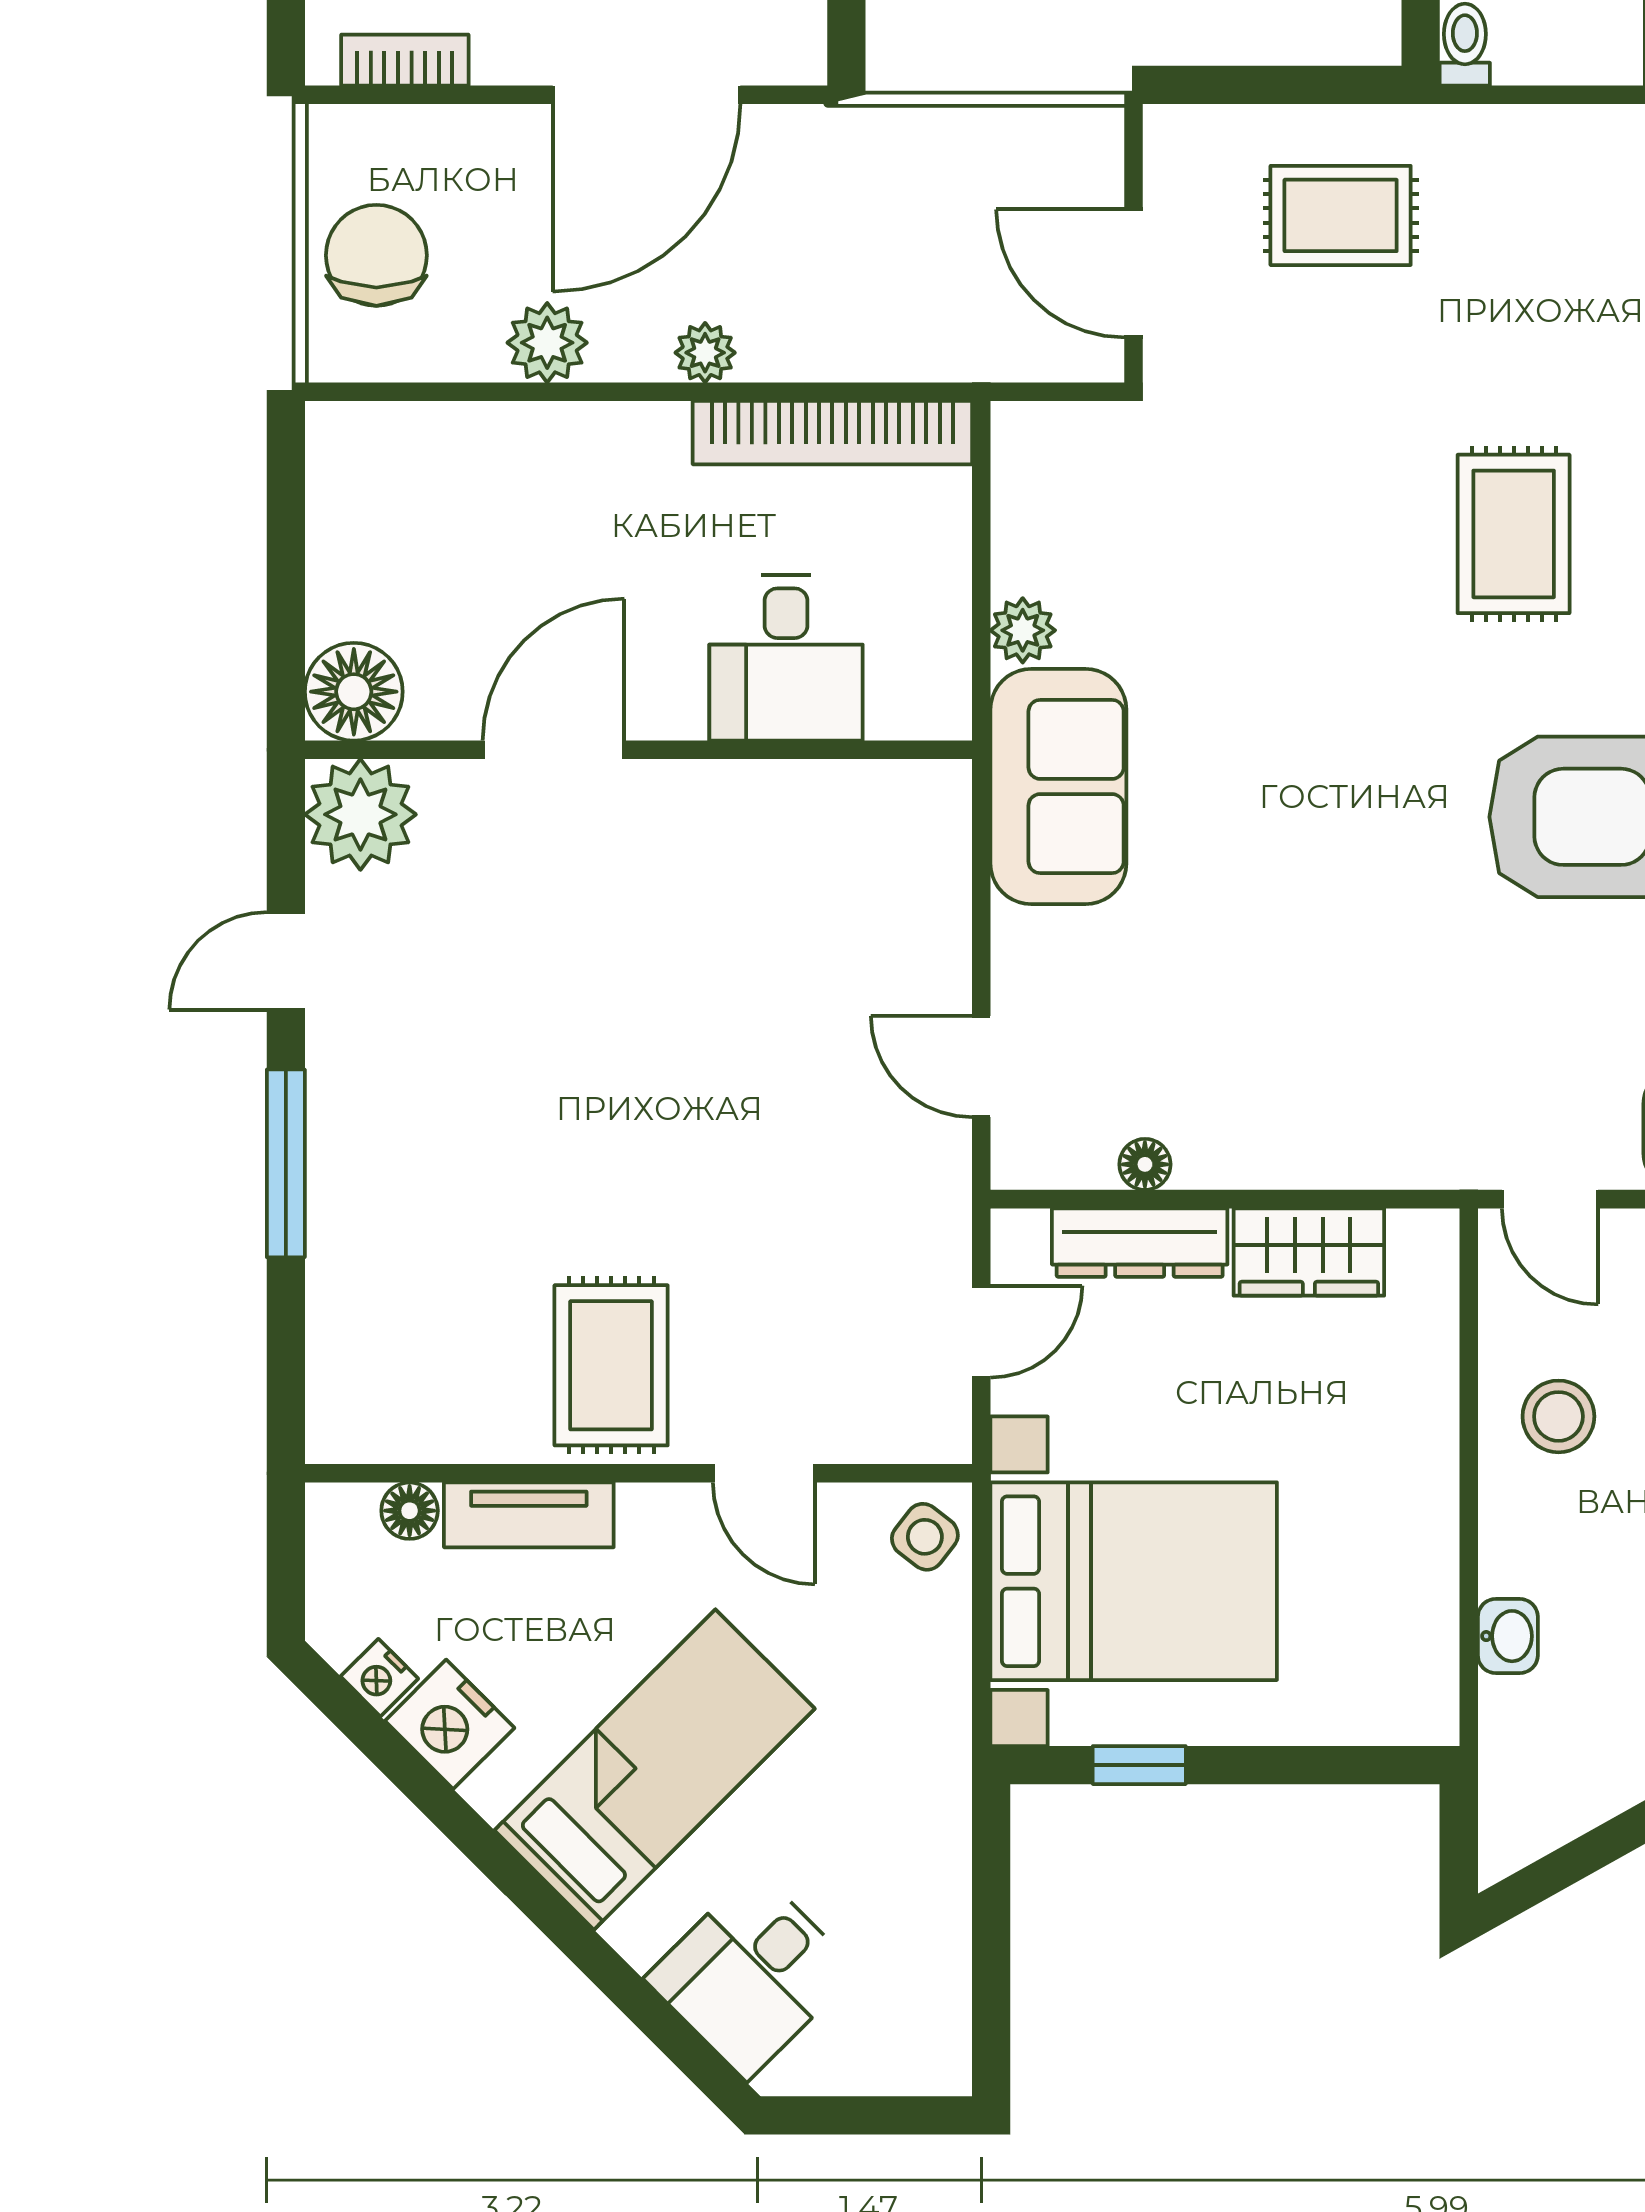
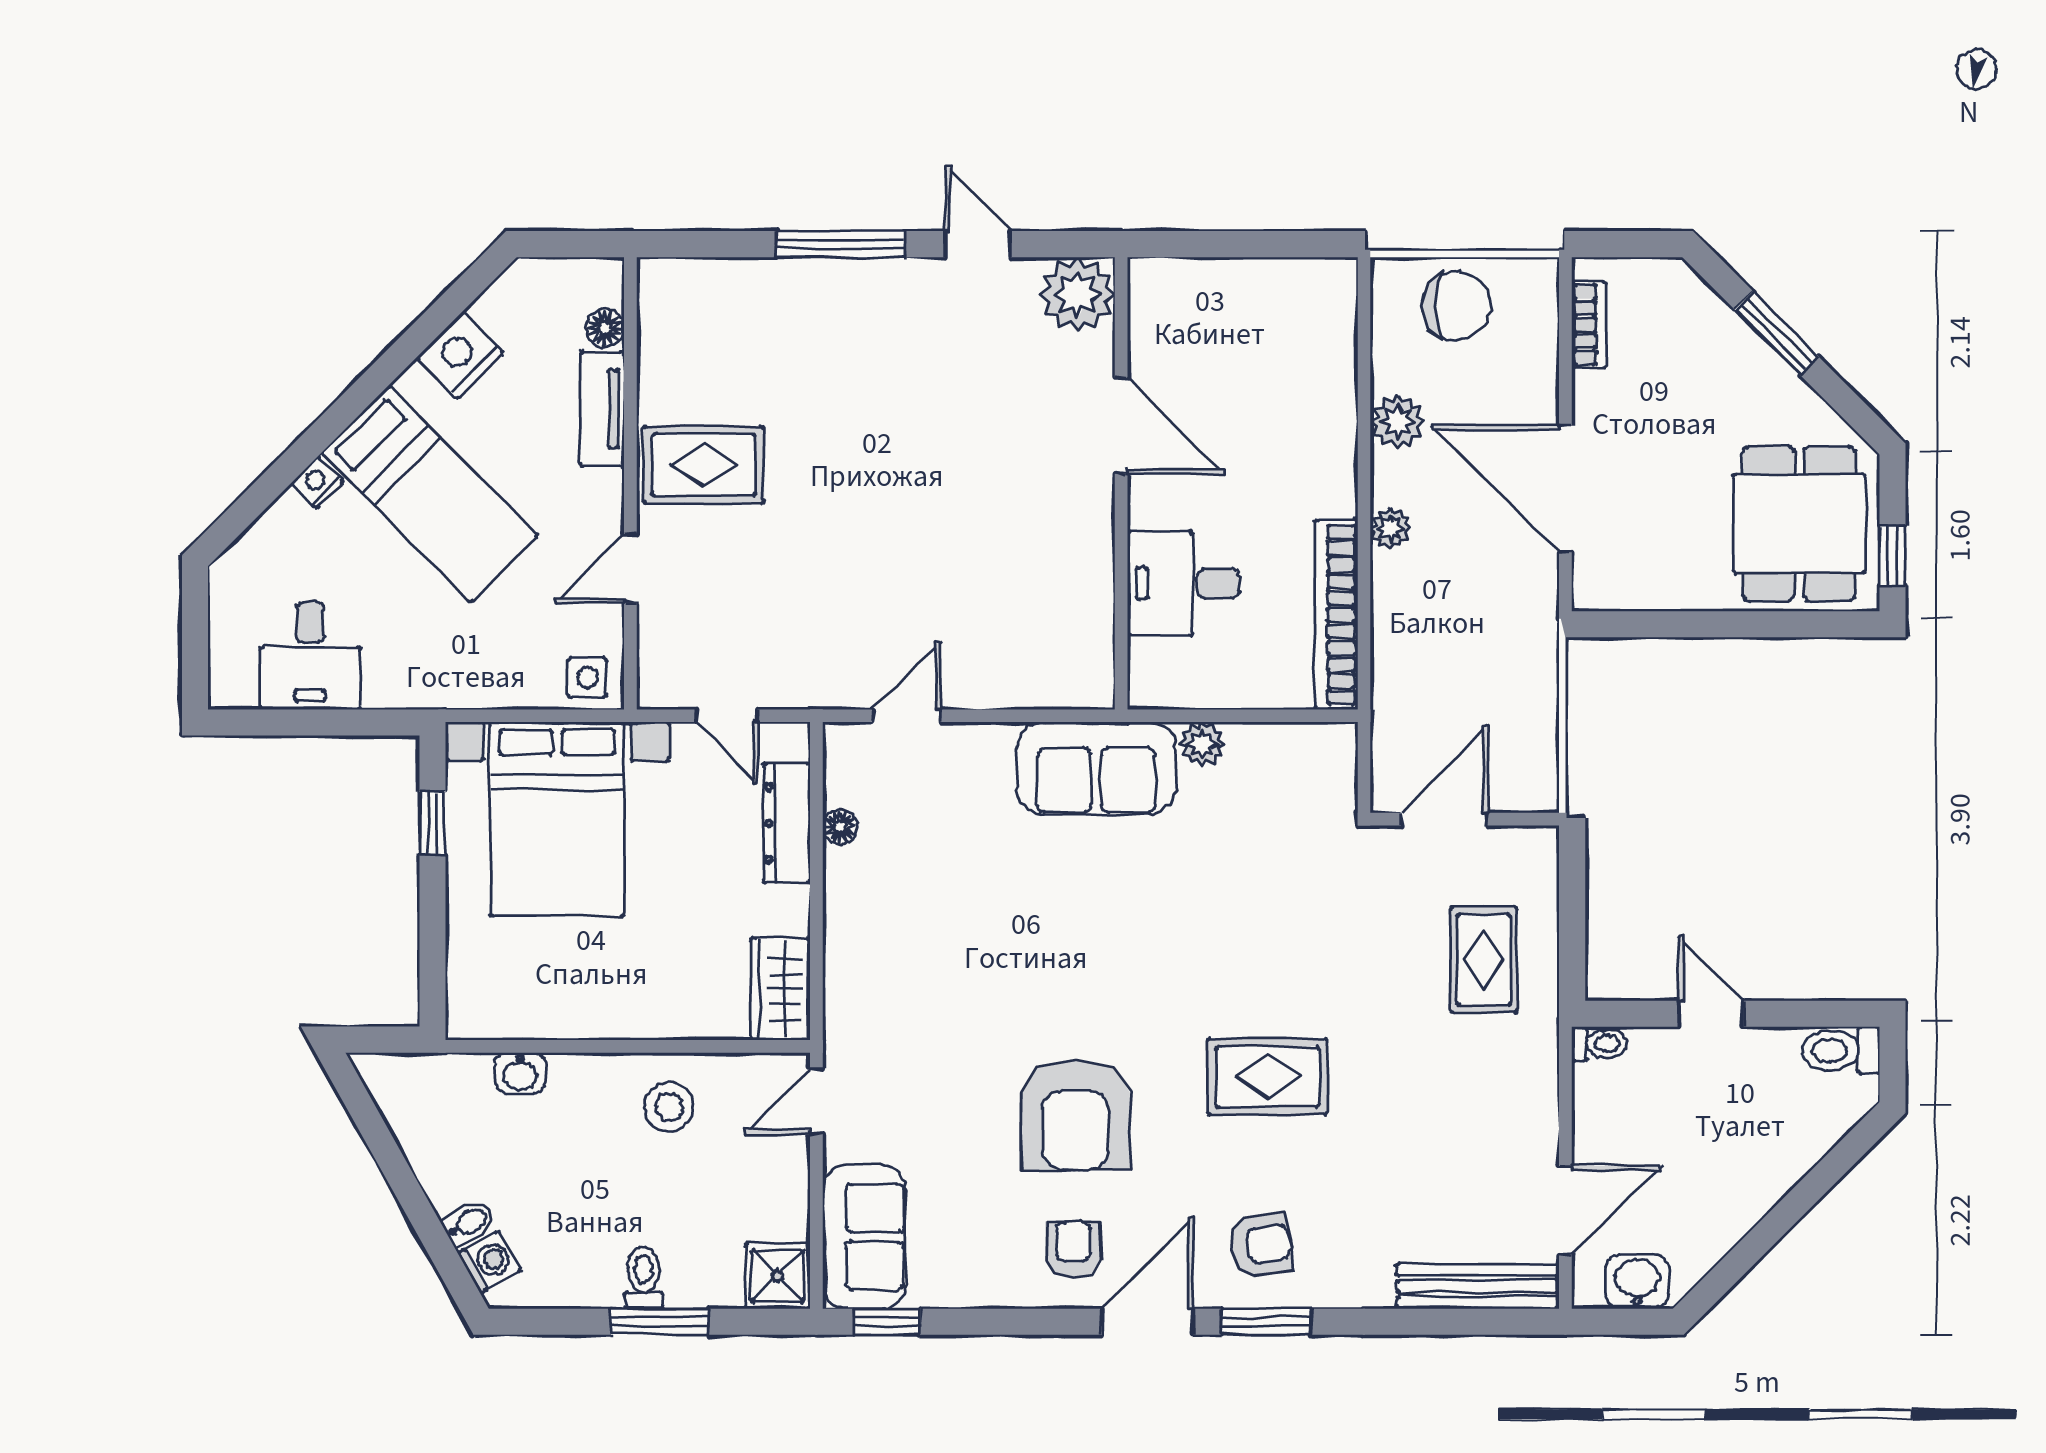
floor lamp: (354, 692) -> (1161, 290), removed
wardrobe: (1309, 1252) -> (781, 989), moved
side table: (925, 1537) -> (587, 678), turned -38
nightstand: (379, 1678) -> (317, 482), moved
desk: (751, 1975) -> (310, 656), moved, turned -135

